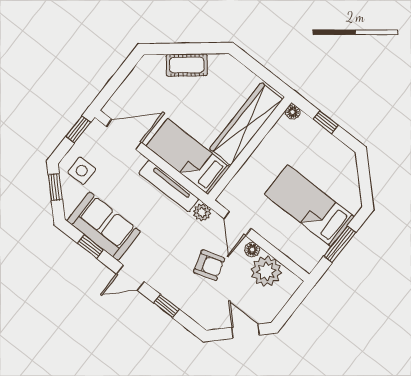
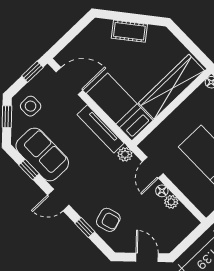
armchair: (209, 265) -> (108, 220), moved
plant: (266, 271) -> (171, 202), width x0.53, depth x0.53

